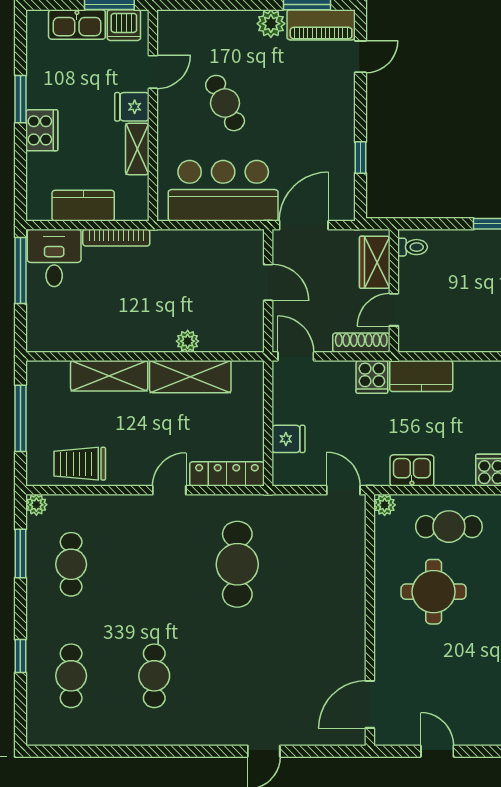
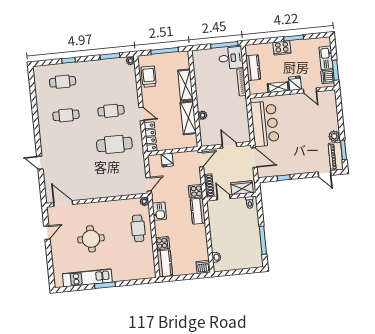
cafe table: (225, 103) -> (300, 121), removed
door: (268, 282) -> (230, 145), swing flipped
cafe table: (71, 564) -> (111, 111), moved
round table: (434, 592) -> (91, 239), moved

